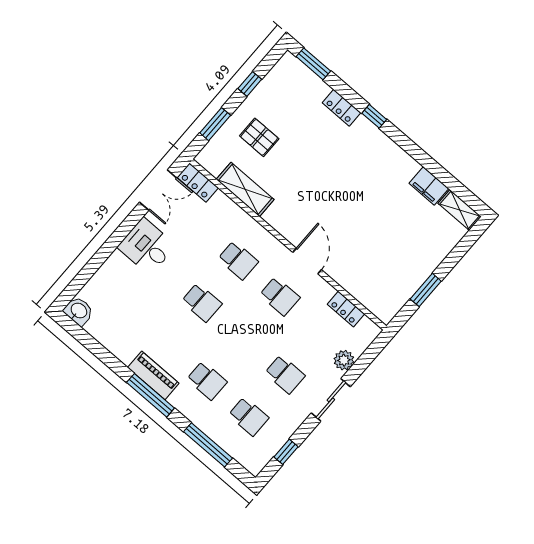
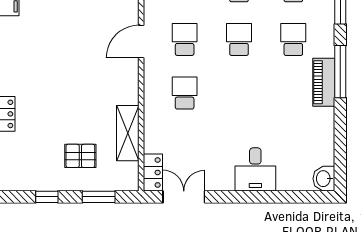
pallet: (259, 137) -> (80, 156), turned 90
desk: (147, 246) -> (255, 169), moved
school desk: (202, 302) -> (239, 39), moved

